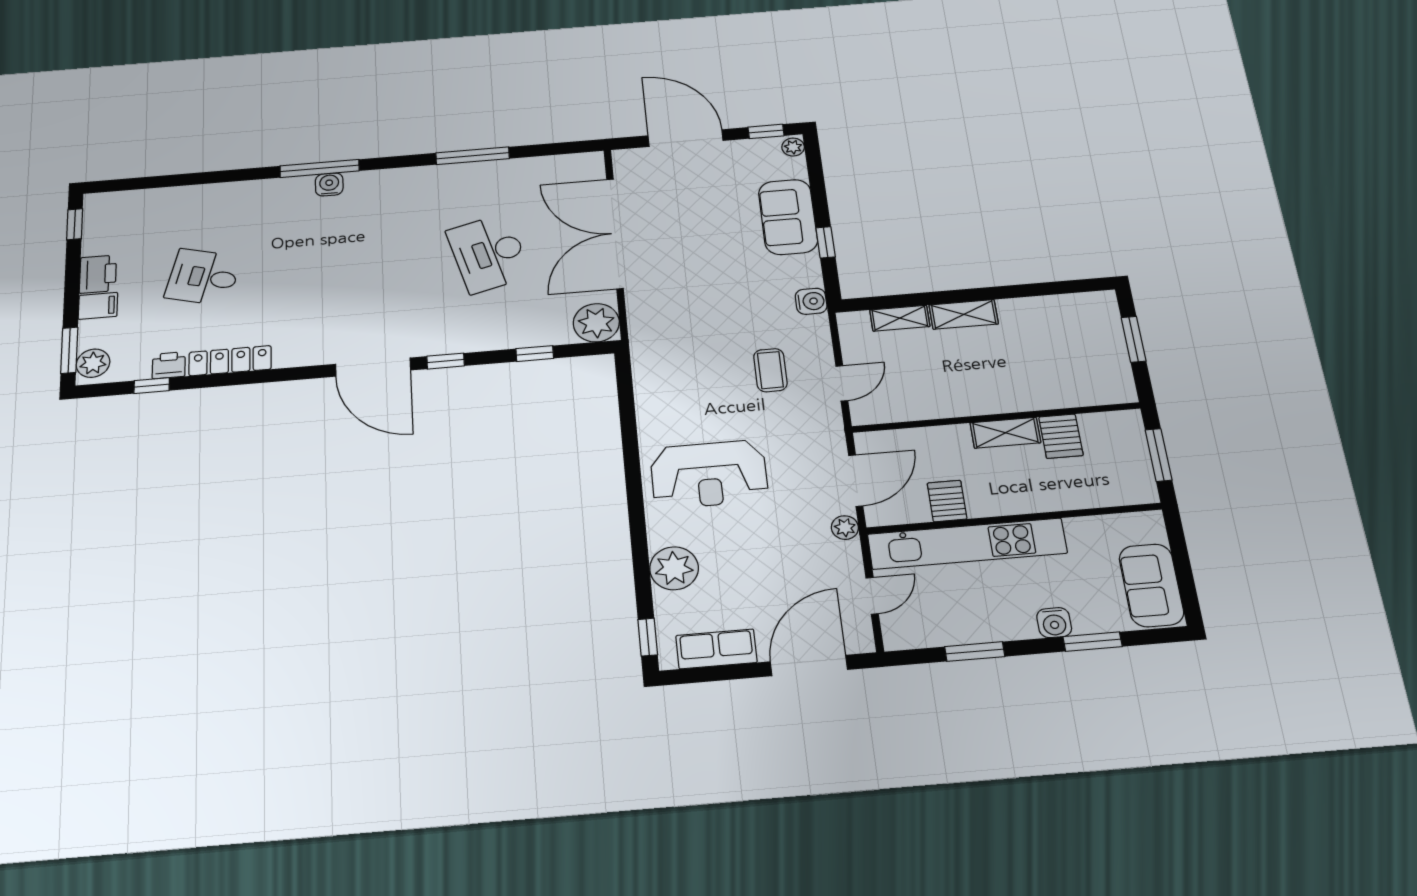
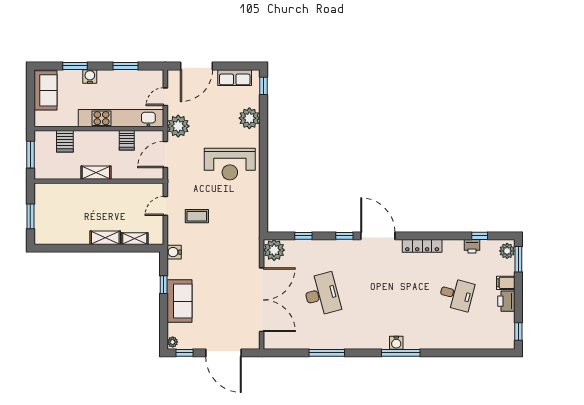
locker: (230, 361) -> (422, 246), moved
coffee table: (770, 370) -> (197, 216), turned 90
server rack: (1061, 436) -> (65, 141), moved, turned 180
reception desk: (709, 474) -> (230, 164), turned 180
plant: (845, 528) -> (178, 126), width x1.88, depth x1.88

